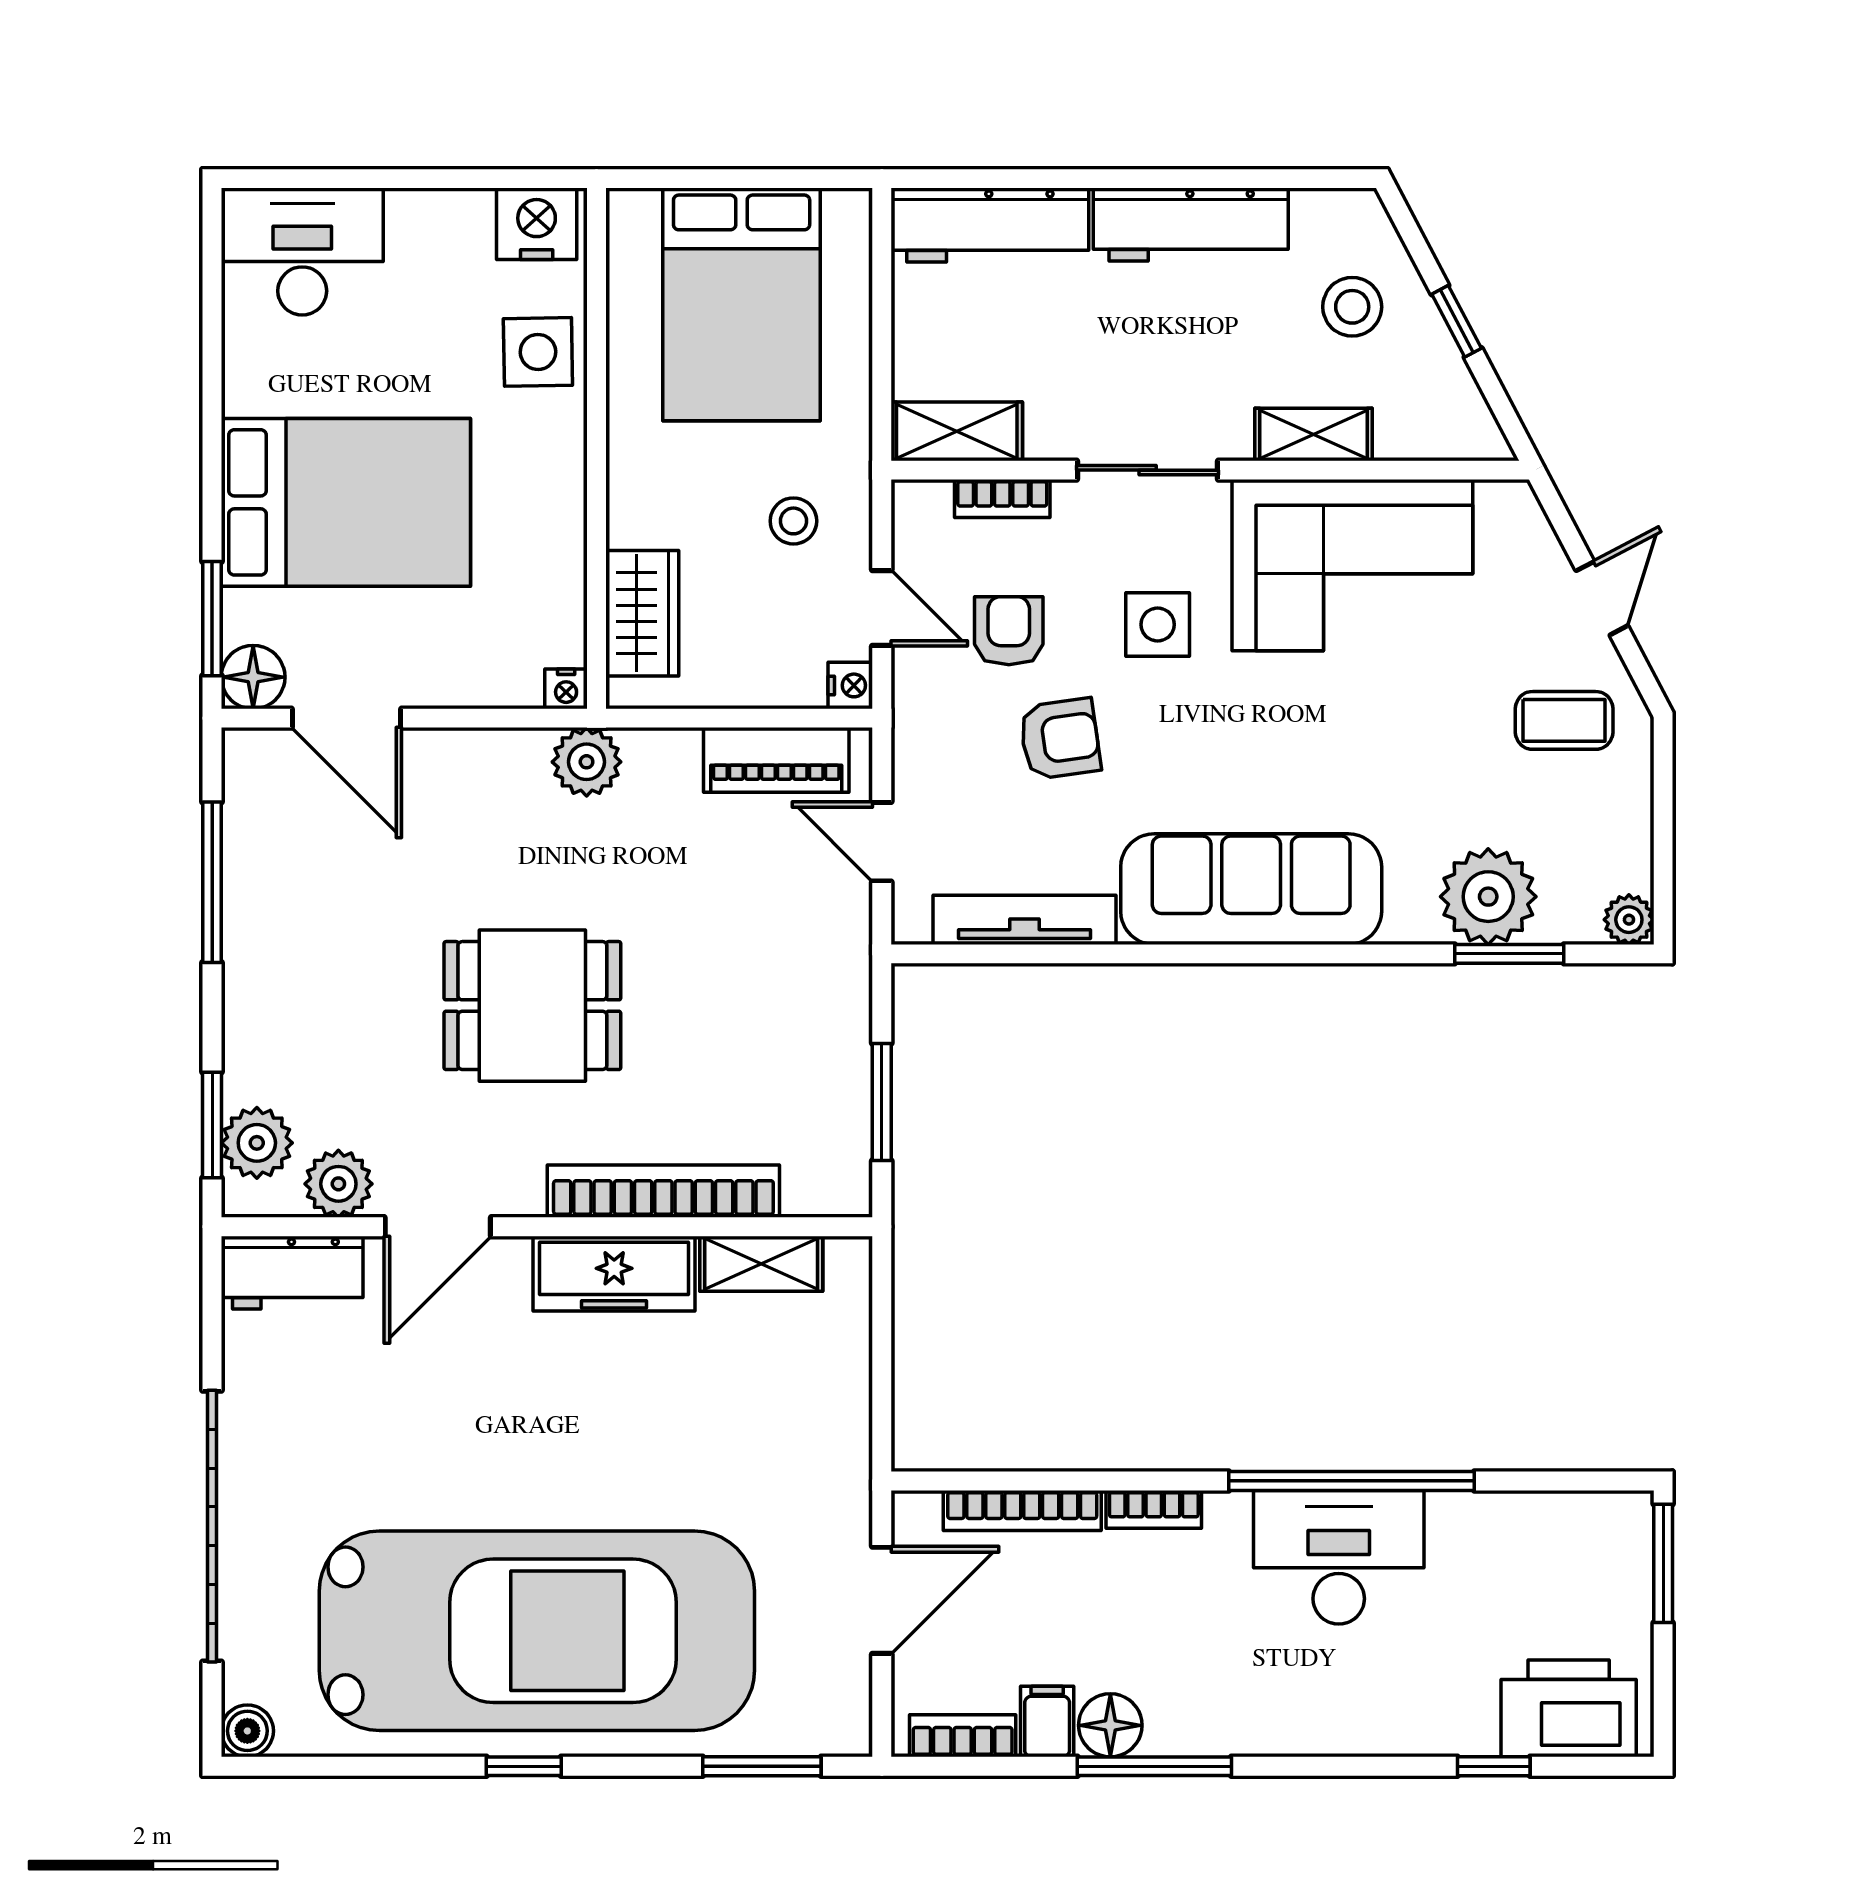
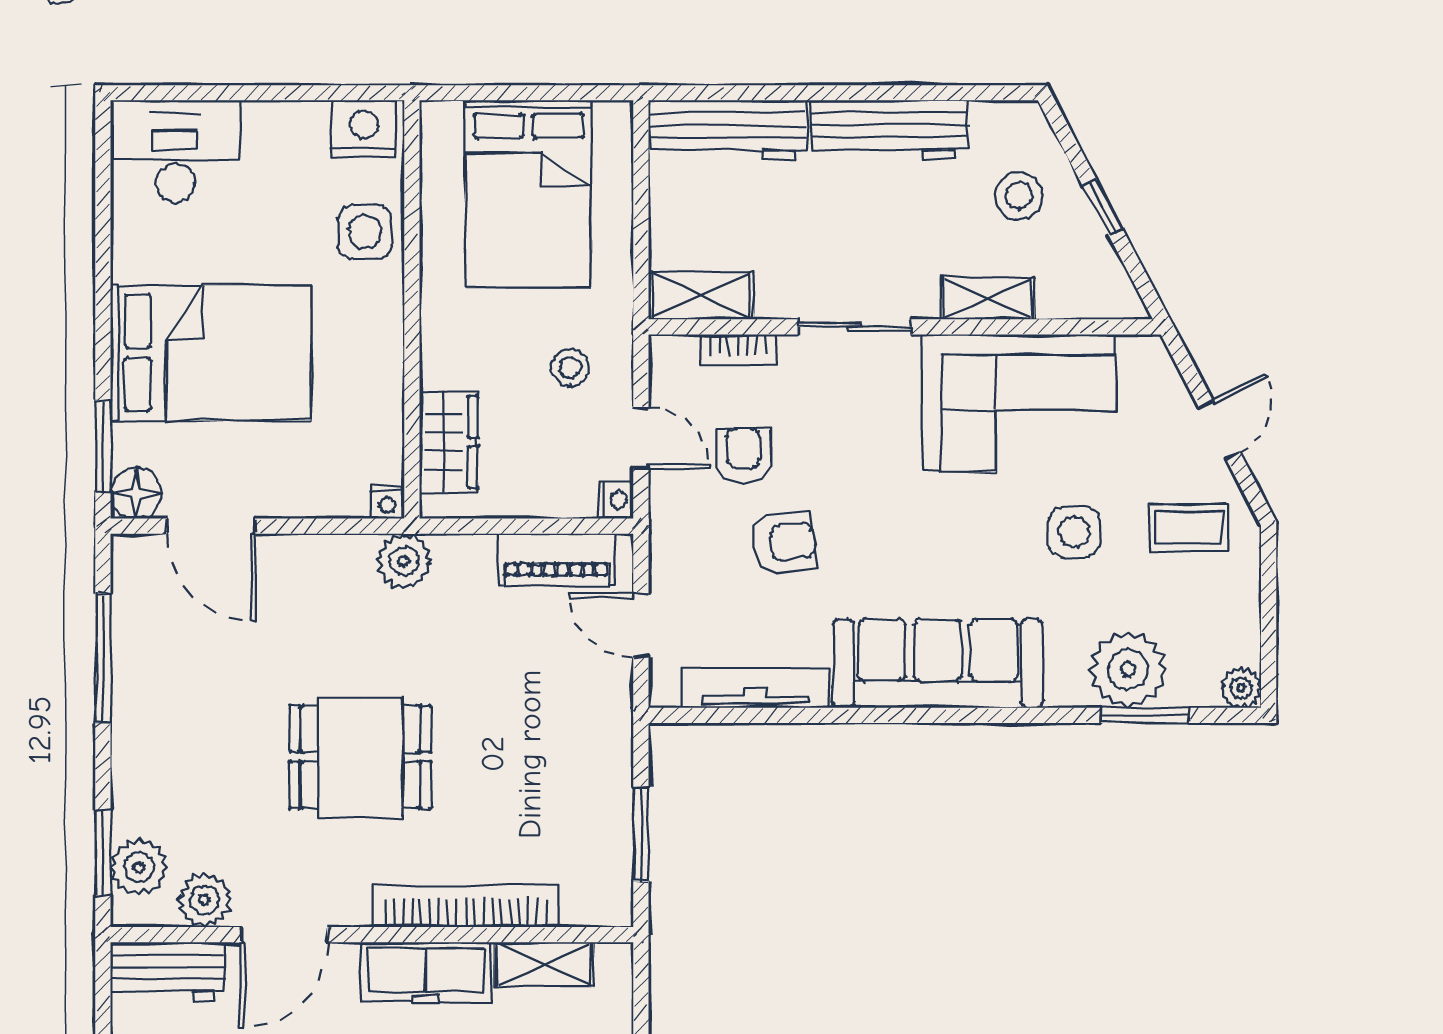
side table: (1158, 625) -> (1074, 532), moved

